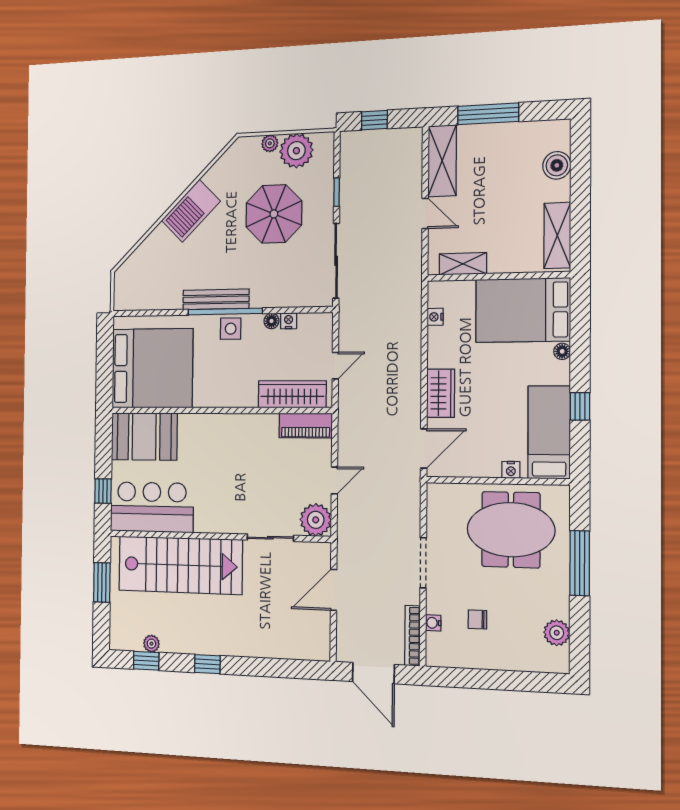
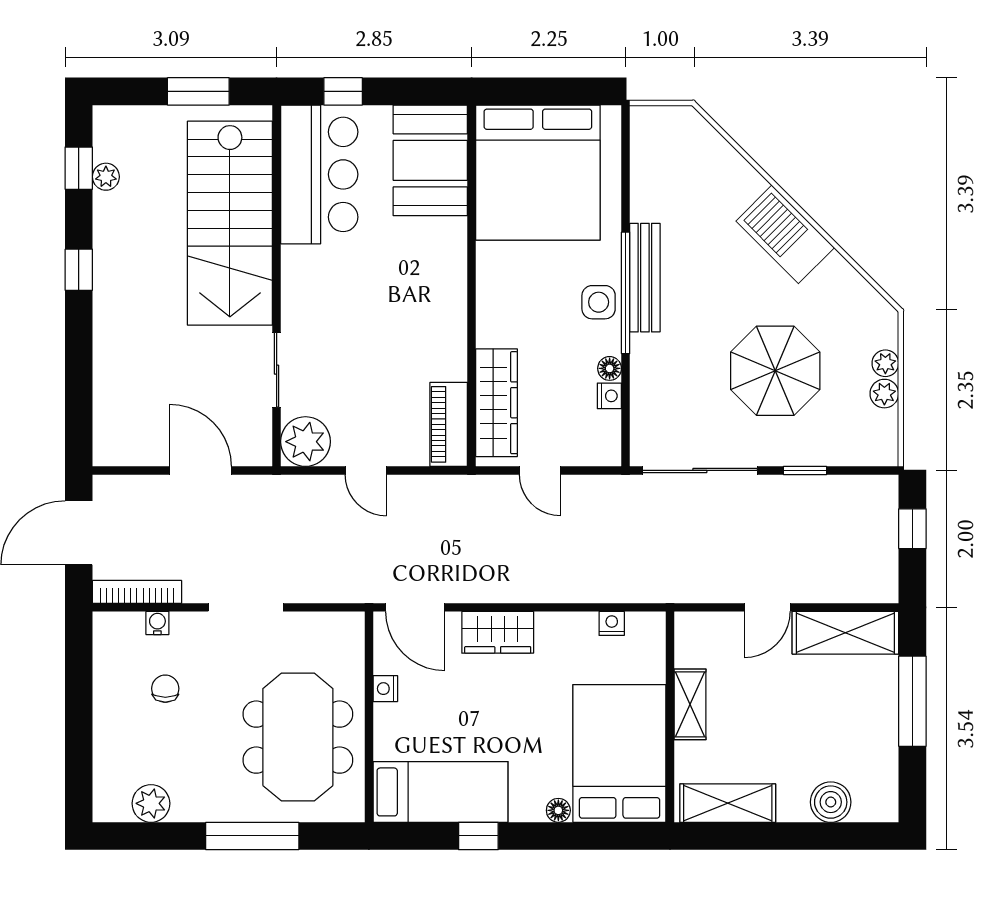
plant: (296, 151) -> (884, 394), width x0.53, depth x0.53
shelving: (463, 264) -> (690, 704), moved
nightstand: (511, 470) -> (385, 689), moved

